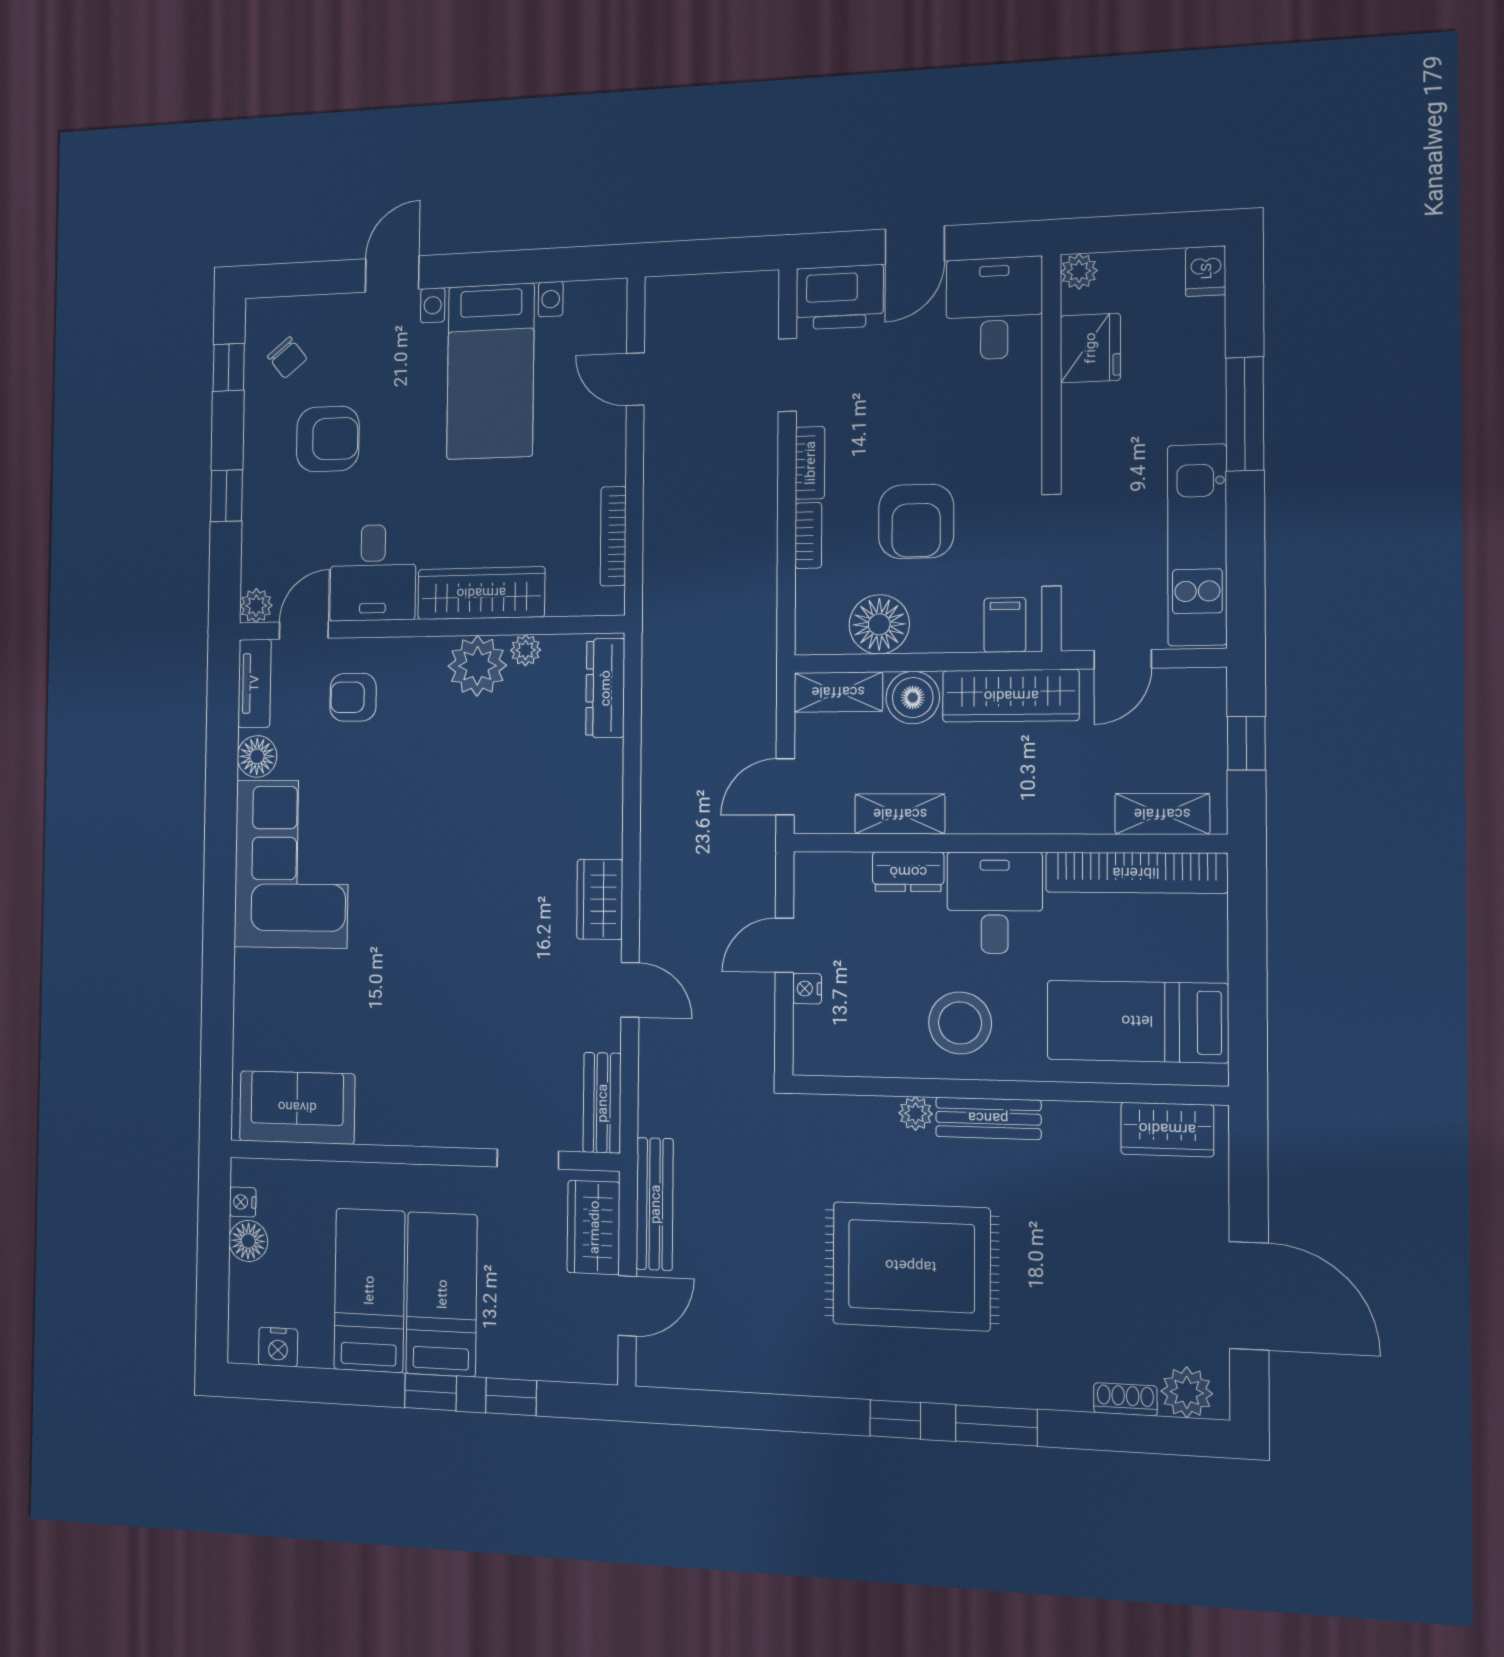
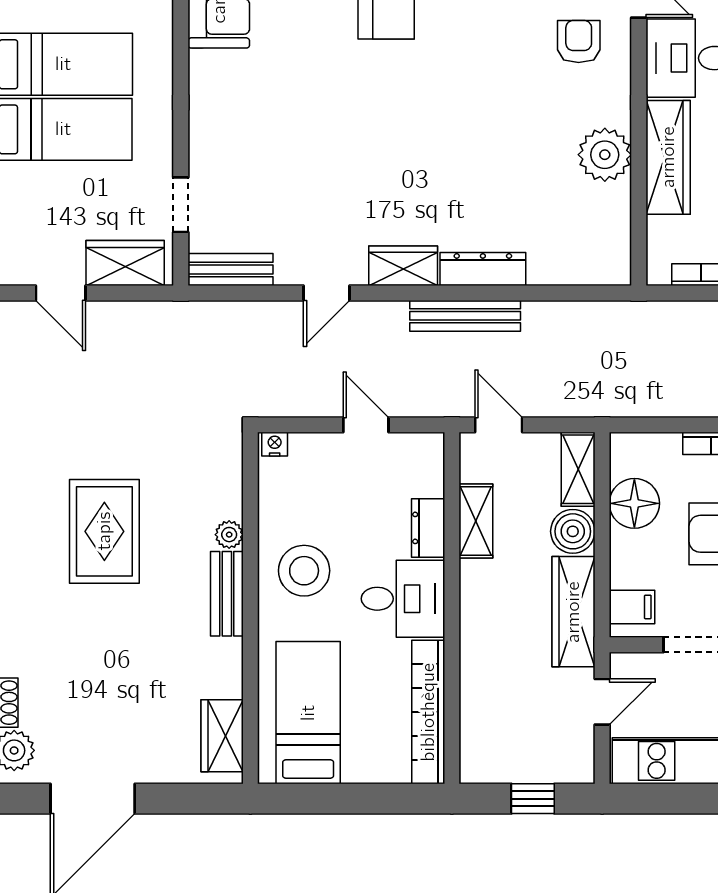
plant: (526, 650) -> (618, 198), removed
door: (1123, 659) -> (602, 702), swing flipped
dresser: (605, 688) -> (483, 269), moved
shelving: (1162, 814) -> (476, 733), removed
nightstand: (807, 989) -> (275, 444), moved
bench: (655, 1204) -> (465, 316), moved
rug: (911, 1266) -> (104, 531), width x0.73, depth x0.69

